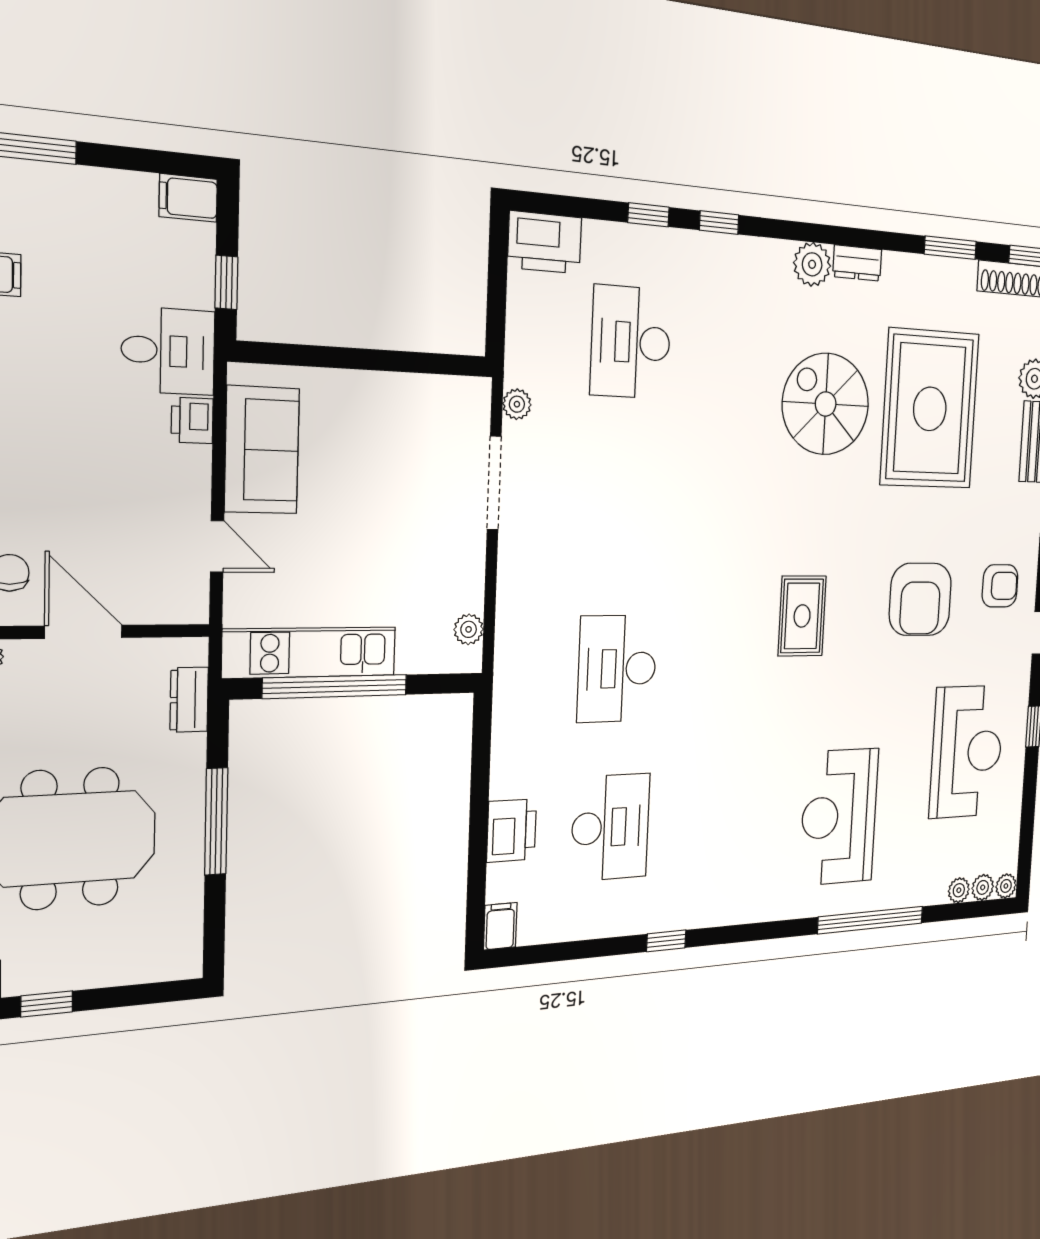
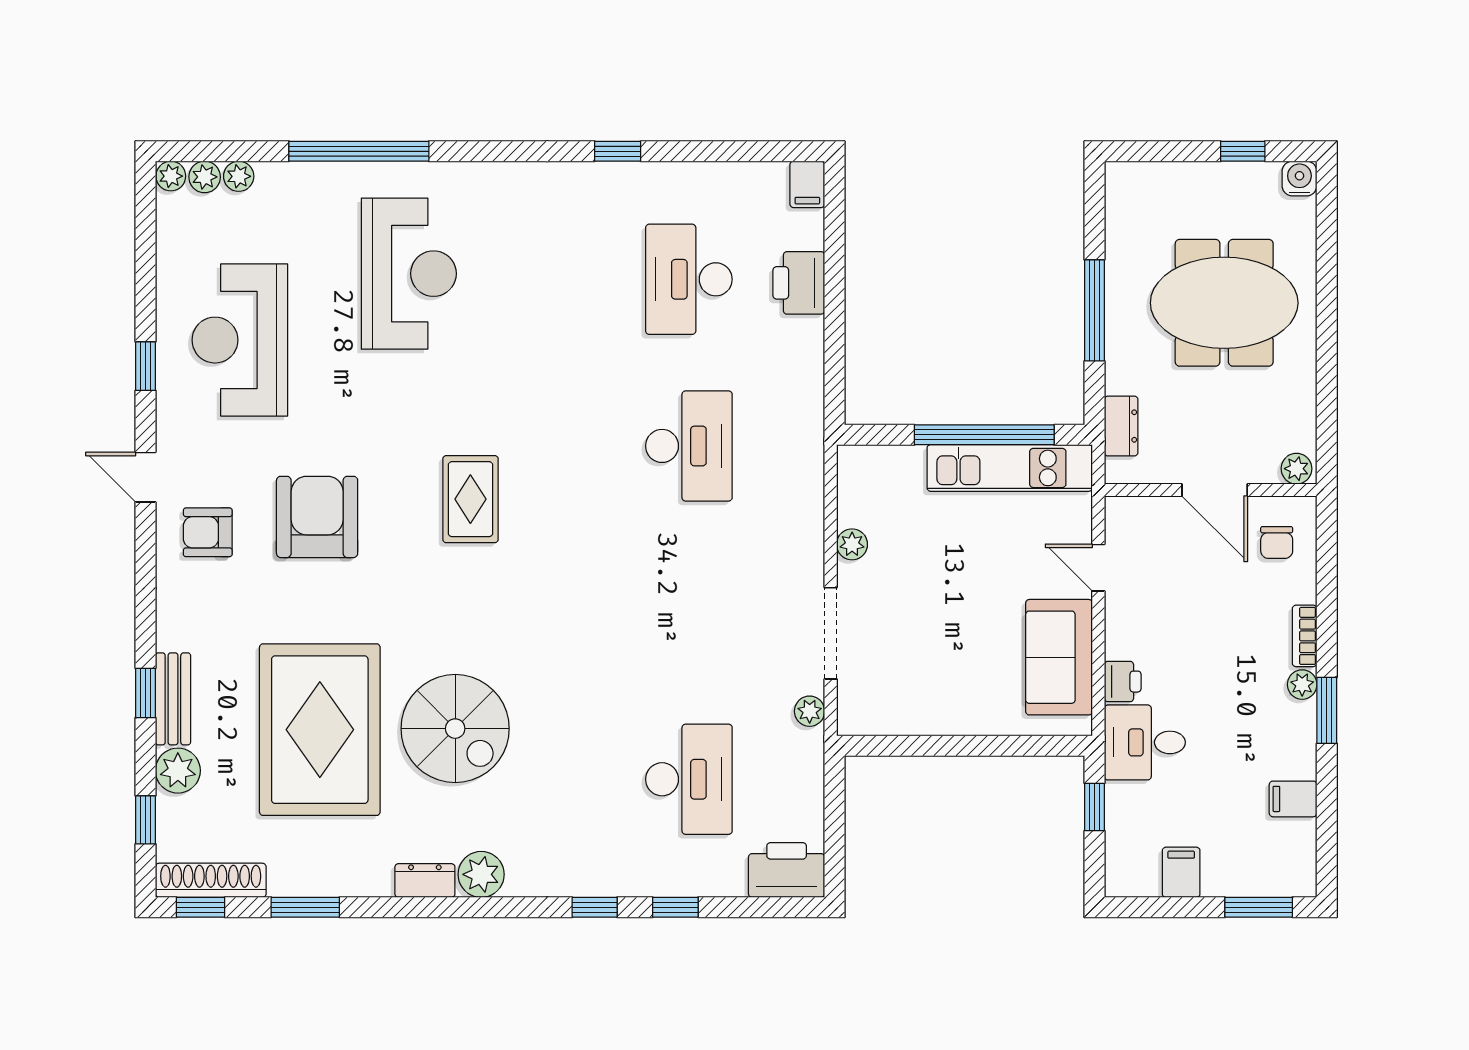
filing cabinet: (188, 198) -> (1181, 872), moved, turned -90
plant: (469, 629) -> (852, 544), moved

